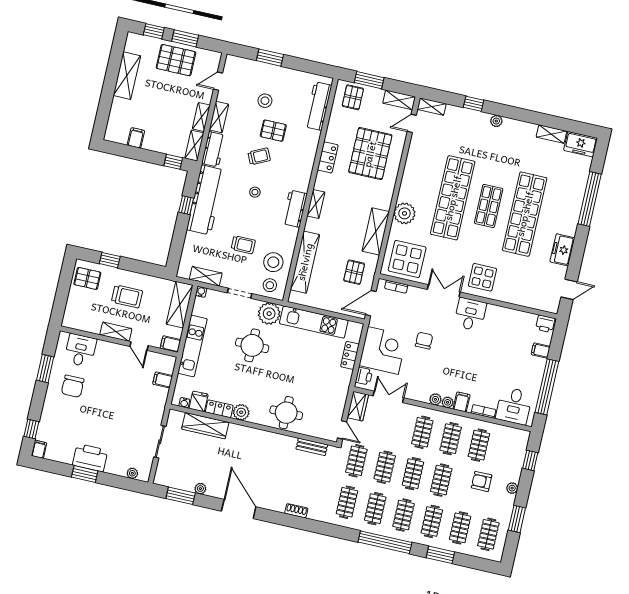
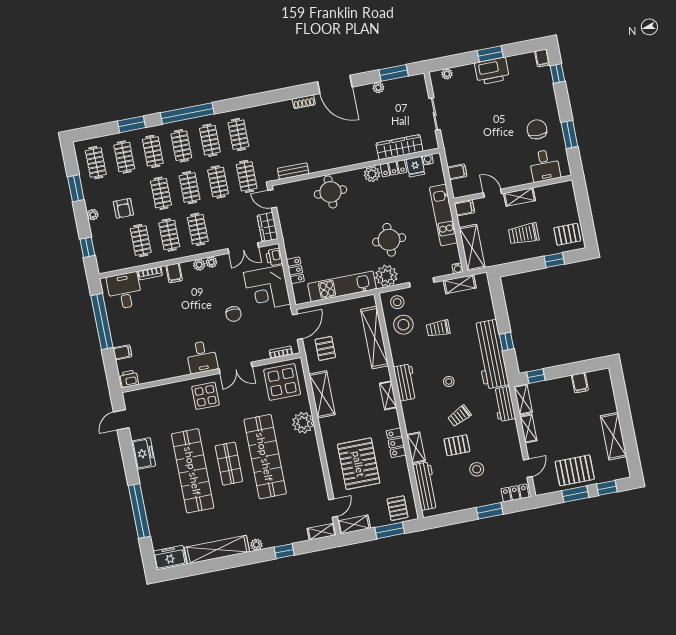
locker: (240, 64) -> (515, 493), added
shelving: (219, 117) -> (416, 448), moved
shelving: (551, 134) -> (217, 550), width x2.20, depth x1.33
plant: (448, 402) -> (211, 262), moved
armchair: (482, 481) -> (123, 208), turned 90
shoe rack: (296, 511) -> (304, 102), moved

